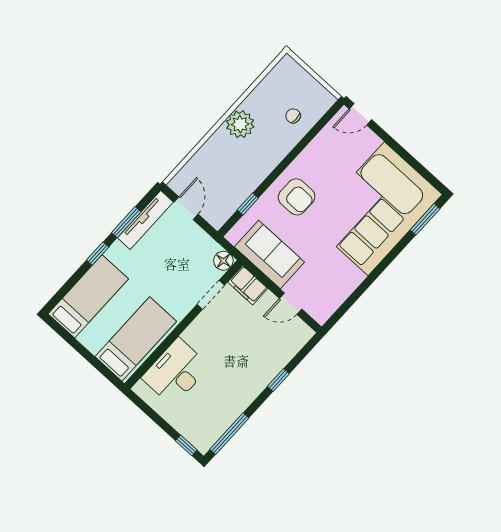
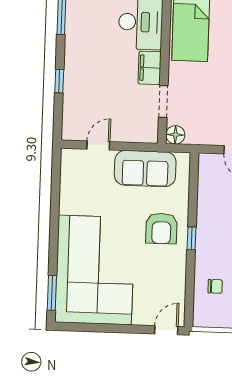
armchair: (297, 197) -> (161, 228), turned -90
window: (248, 204) -> (191, 238), moved
filing cabinet: (248, 285) -> (150, 68), moved, turned -90

